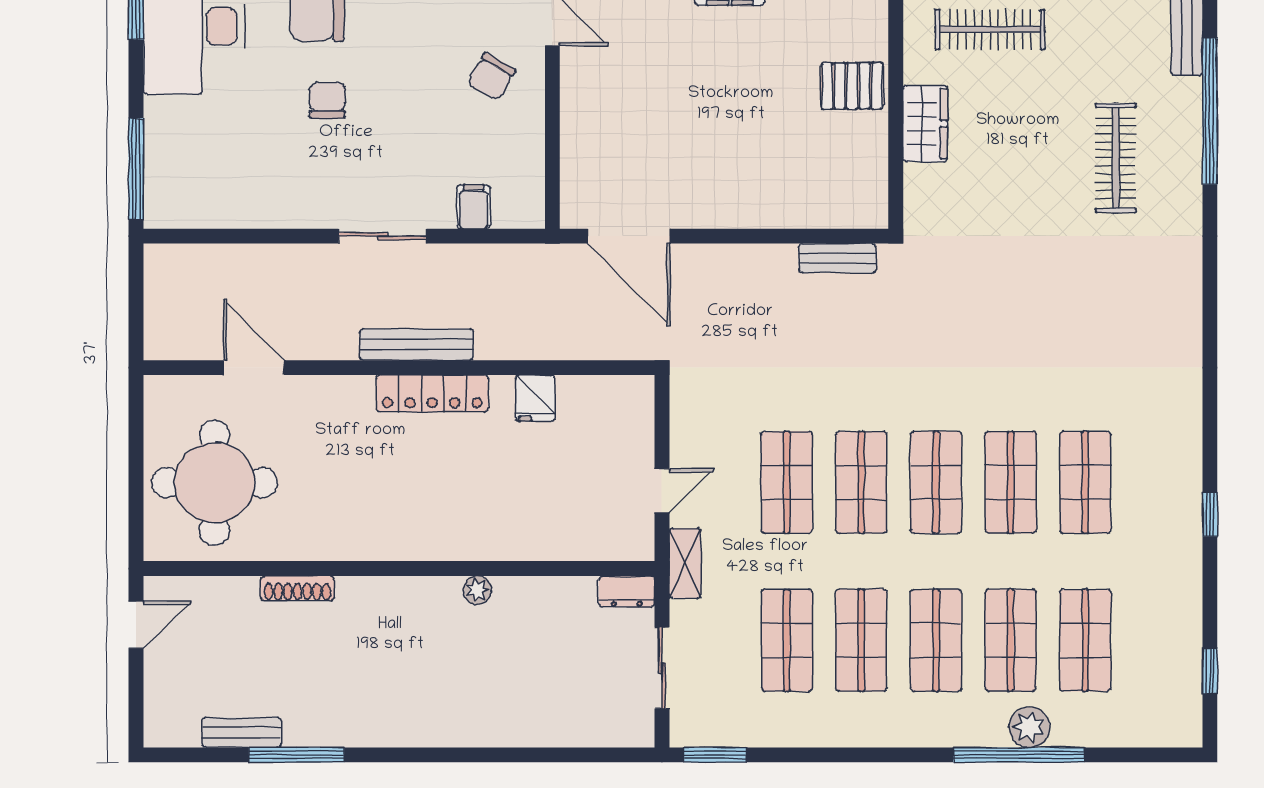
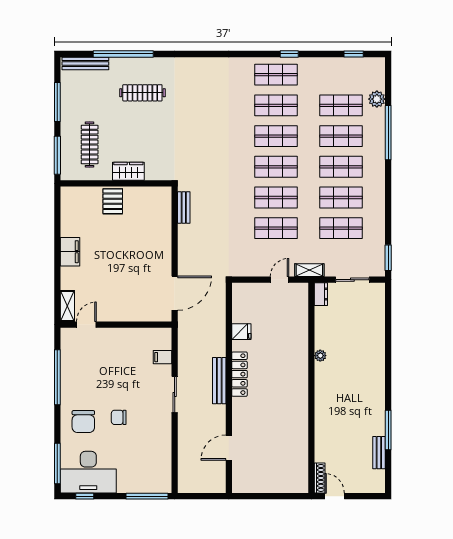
chair: (491, 77) -> (109, 350), removed
shop shelf: (1160, 482) -> (276, 75), added
round table: (215, 483) -> (276, 464), removed
door: (662, 491) -> (280, 280), hinge flipped
shoe rack: (298, 588) -> (320, 478), moved
plant: (1029, 727) -> (377, 99), moved

